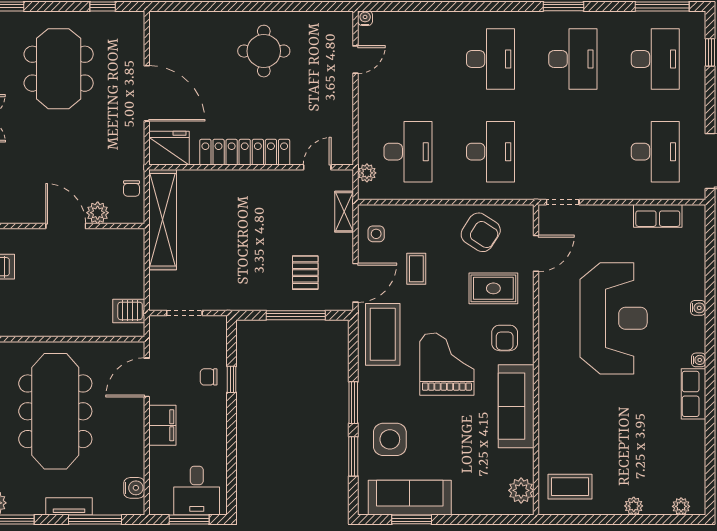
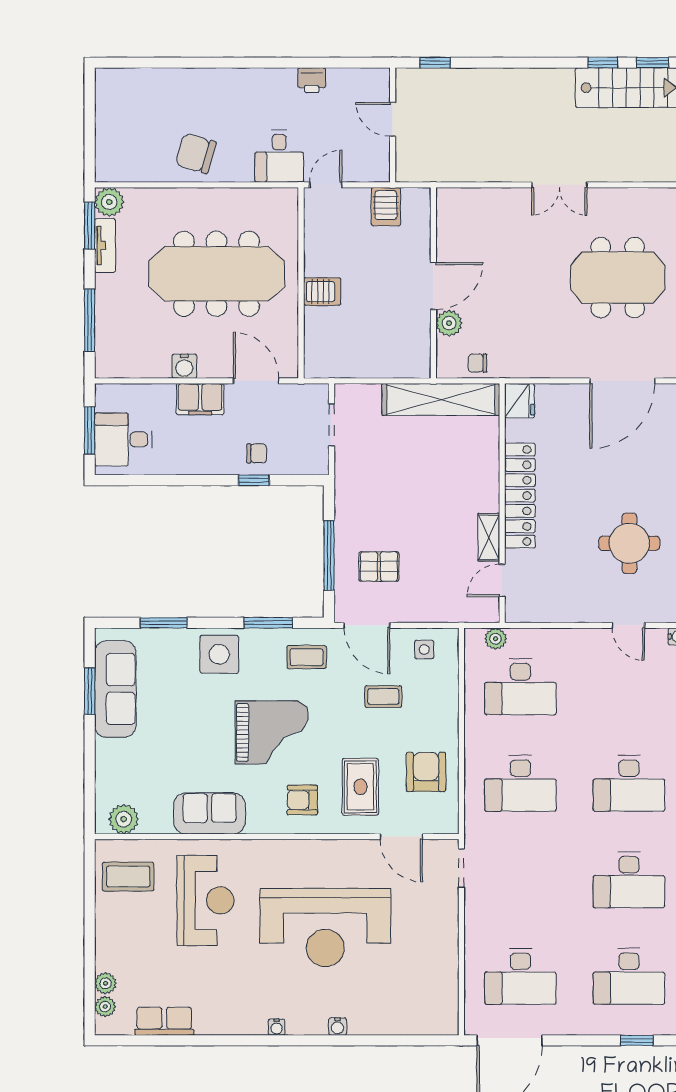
round table: (264, 51) -> (629, 543), moved
door: (147, 93) -> (622, 381), moved
fridge: (169, 148) -> (520, 401), width x0.73, depth x0.75
door: (317, 167) -> (502, 581), swing flipped
shelving: (344, 212) -> (489, 537), moved, turned 90
row of seats: (658, 216) -> (445, 979), removed
armchair: (481, 232) -> (426, 772), turned 147
server rack: (129, 311) -> (322, 292), moved, turned 90
coffee table: (383, 334) -> (307, 657), width x0.54, depth x0.58
chair: (209, 377) -> (257, 453), turned 90
row of seats: (693, 394) -> (164, 1021), moved
window: (353, 403) -> (268, 623), moved
sofa: (516, 406) -> (209, 813), width x0.73
reception desk: (590, 421) -> (205, 900), added
side table: (390, 439) -> (219, 654), moved
coffee table: (570, 487) -> (128, 877), turned 90
water cooler: (134, 488) -> (184, 366), moved
tv unit: (69, 506) -> (105, 246), moved
plant: (634, 506) -> (106, 983), moved

